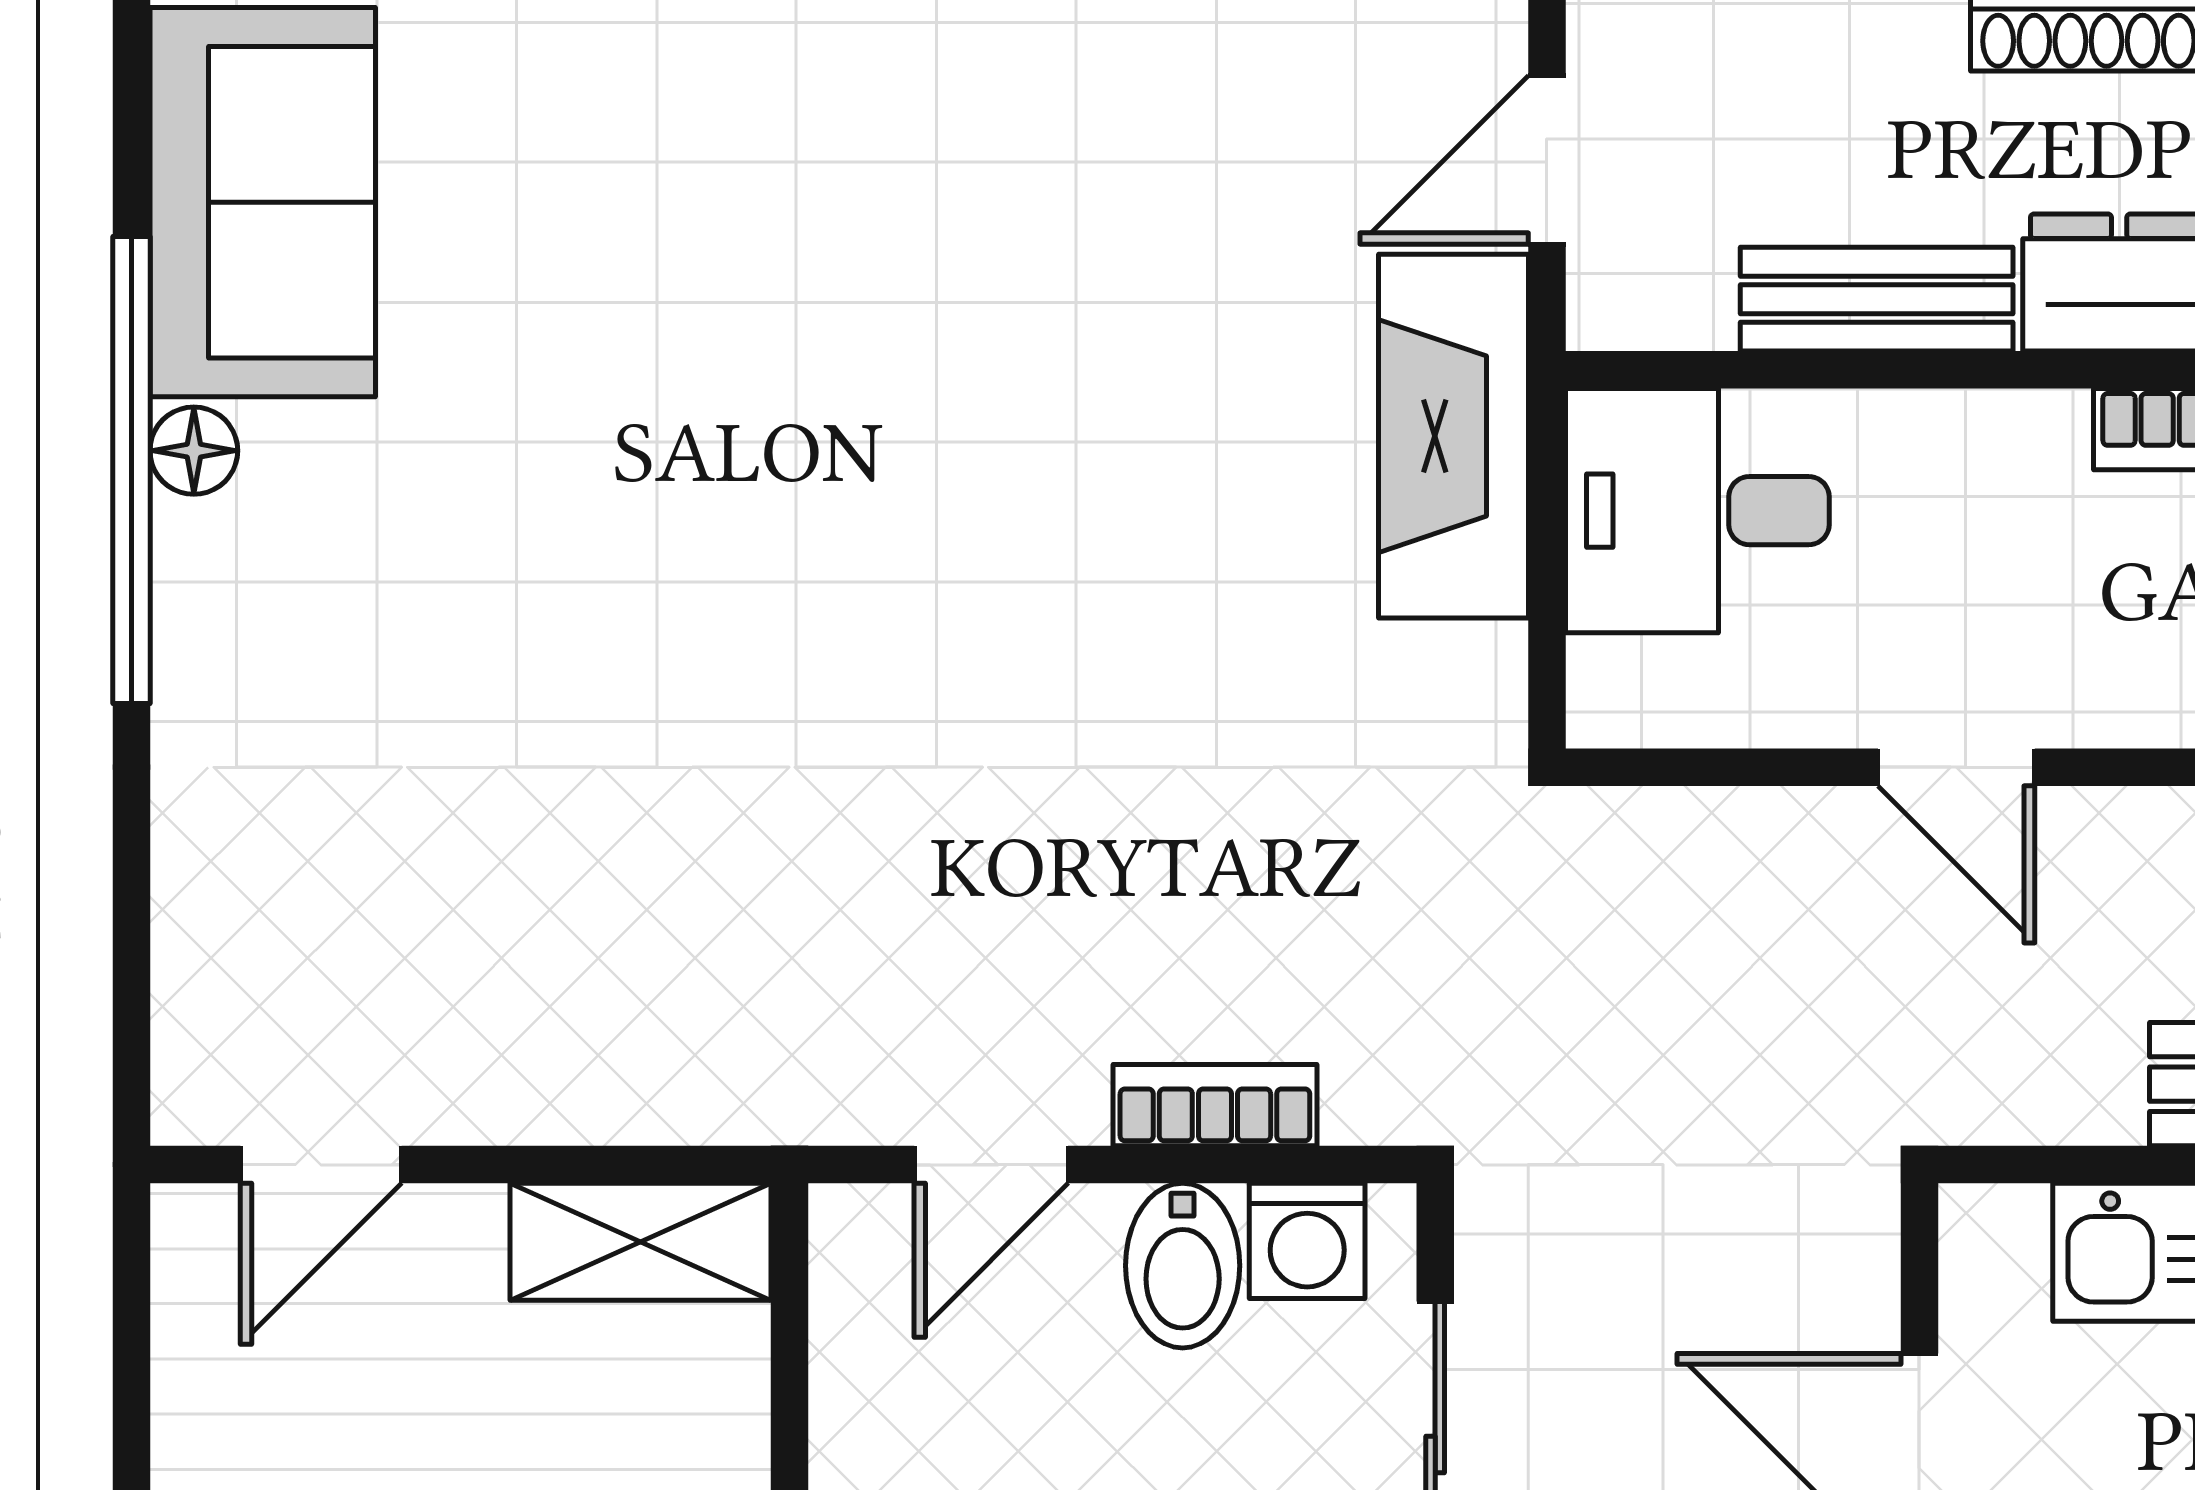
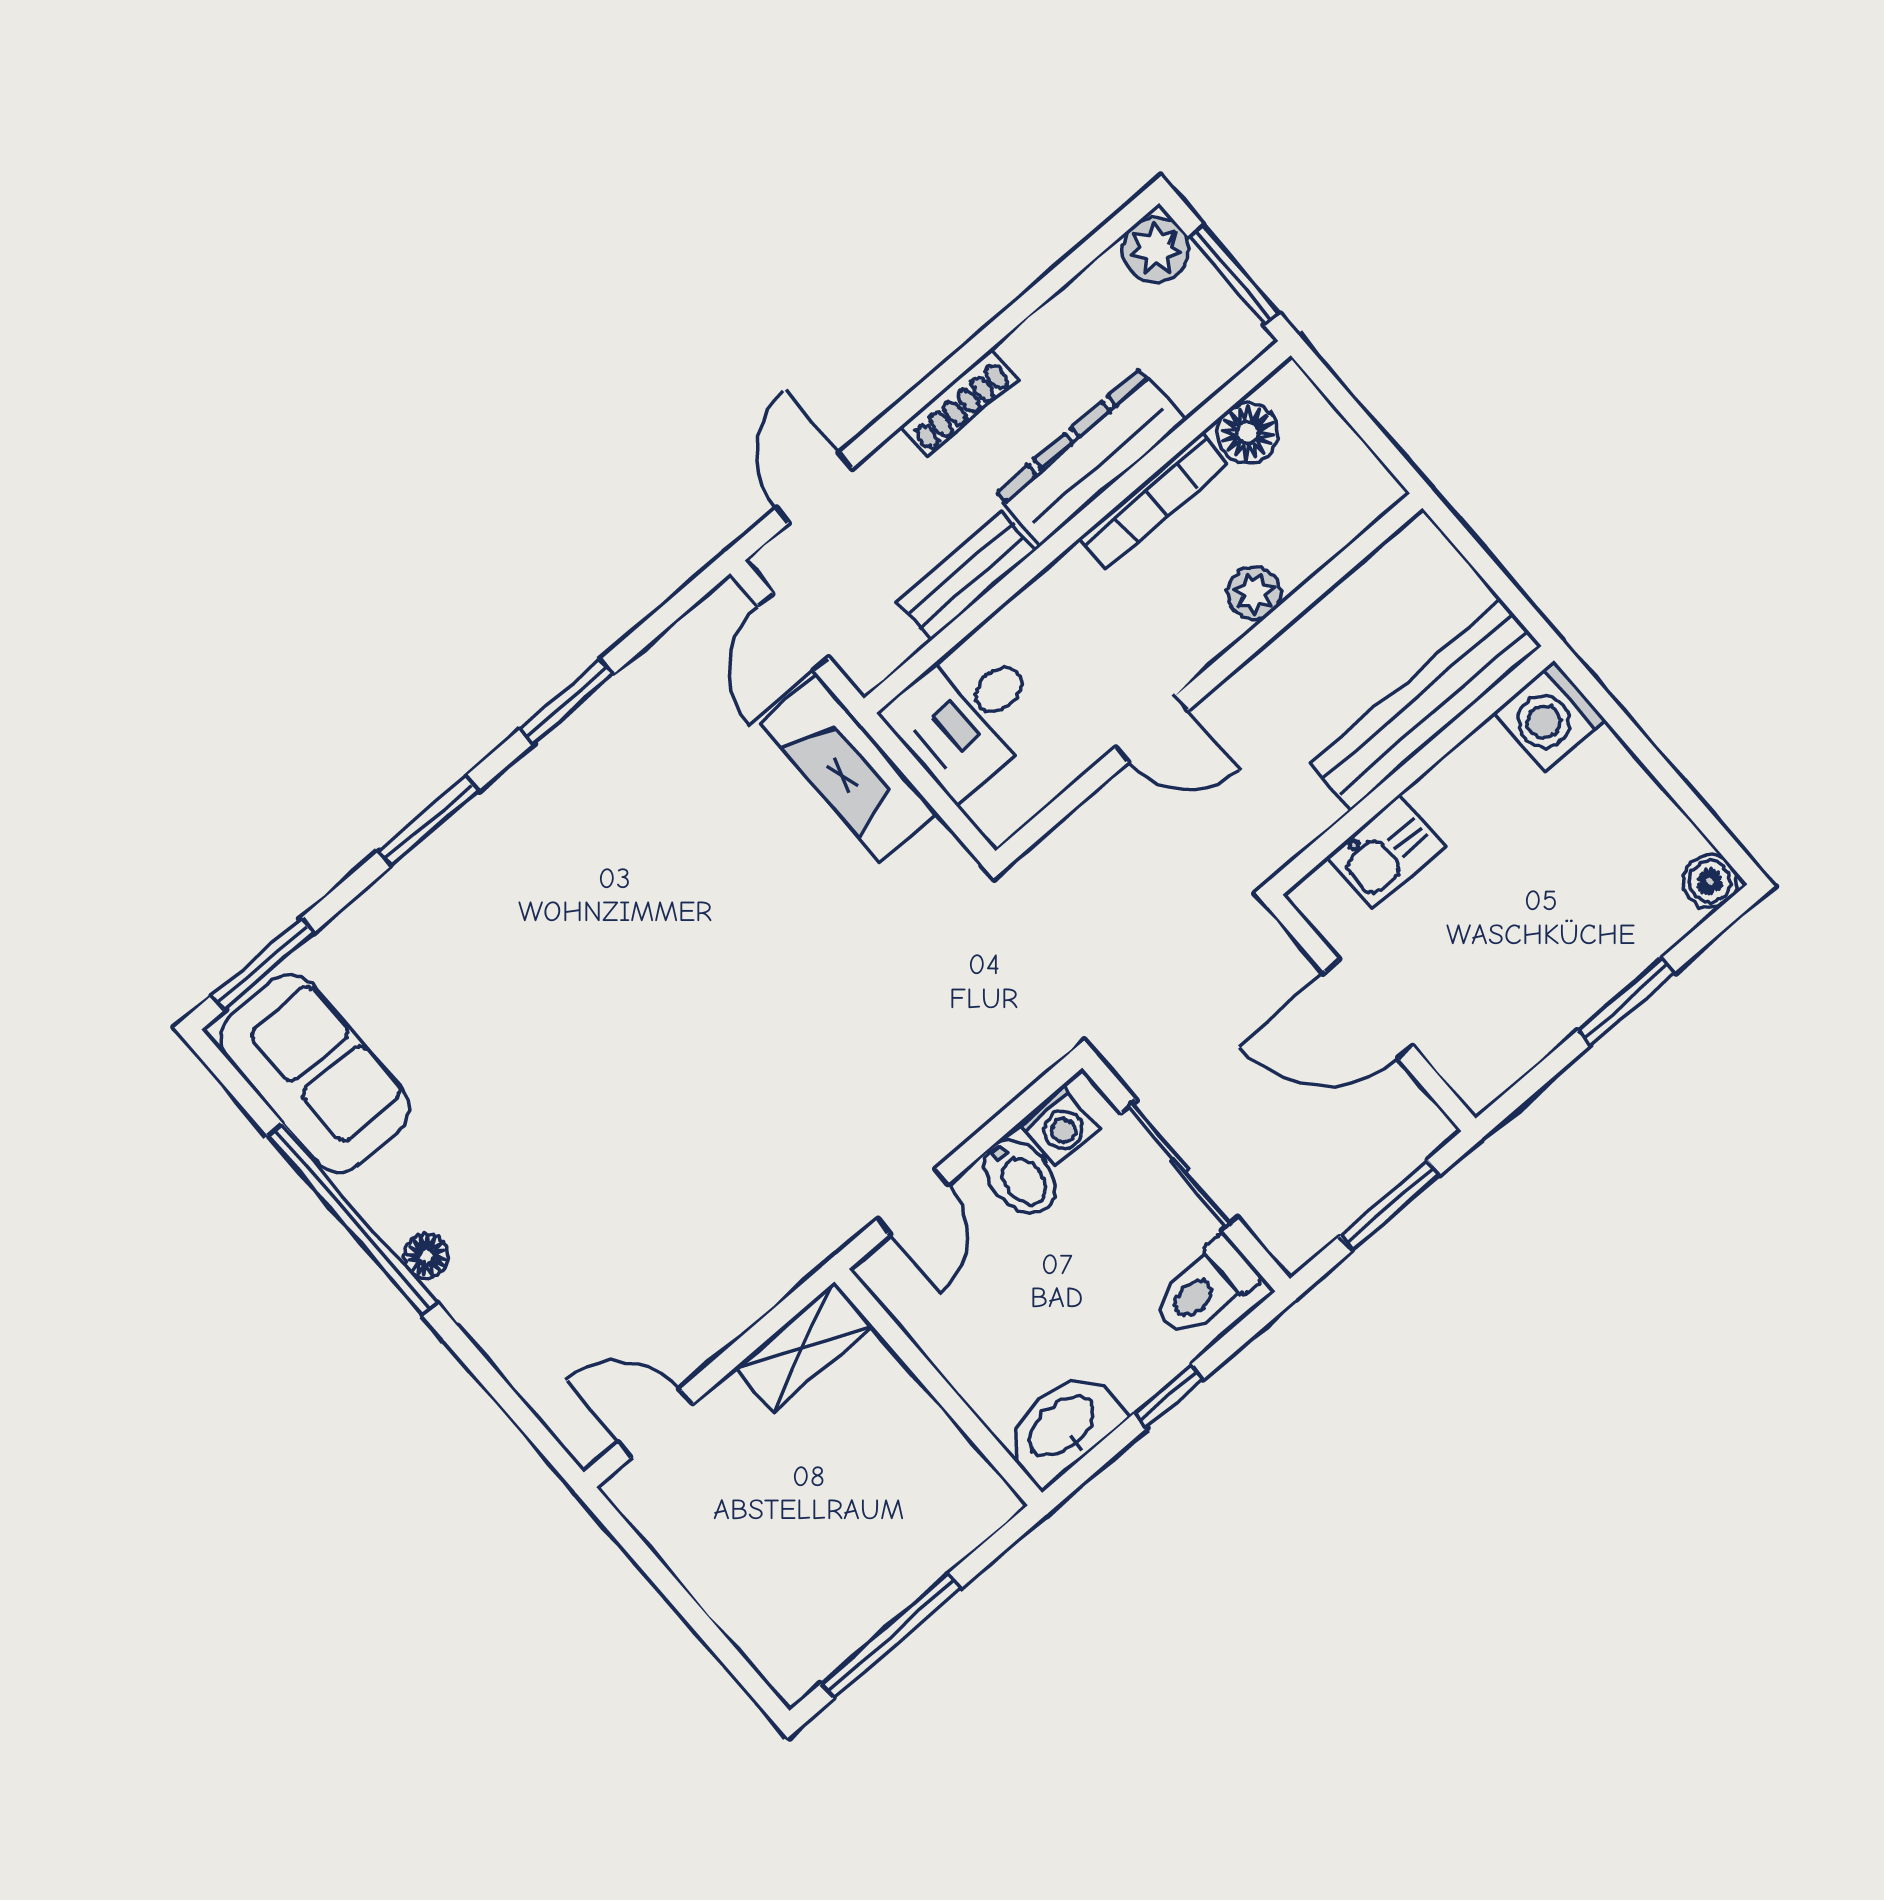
floor lamp: (194, 451) -> (426, 1256), moved
bookcase: (1215, 1105) -> (979, 1104), removed
door: (321, 1165) -> (656, 1423), swing flipped

